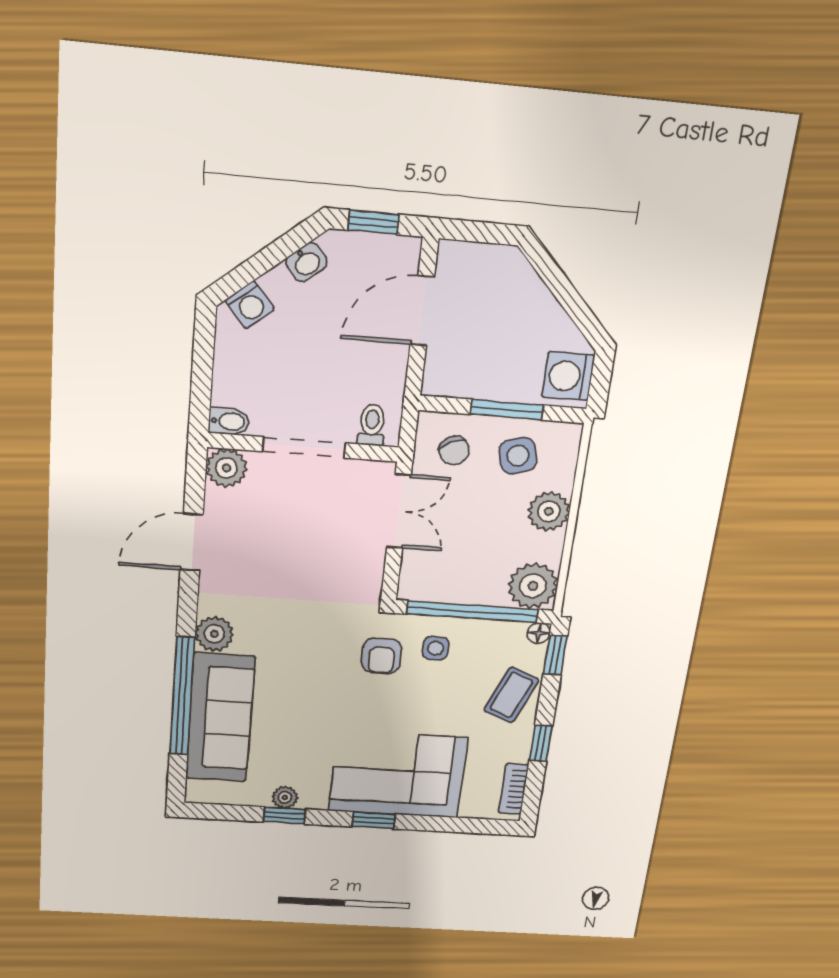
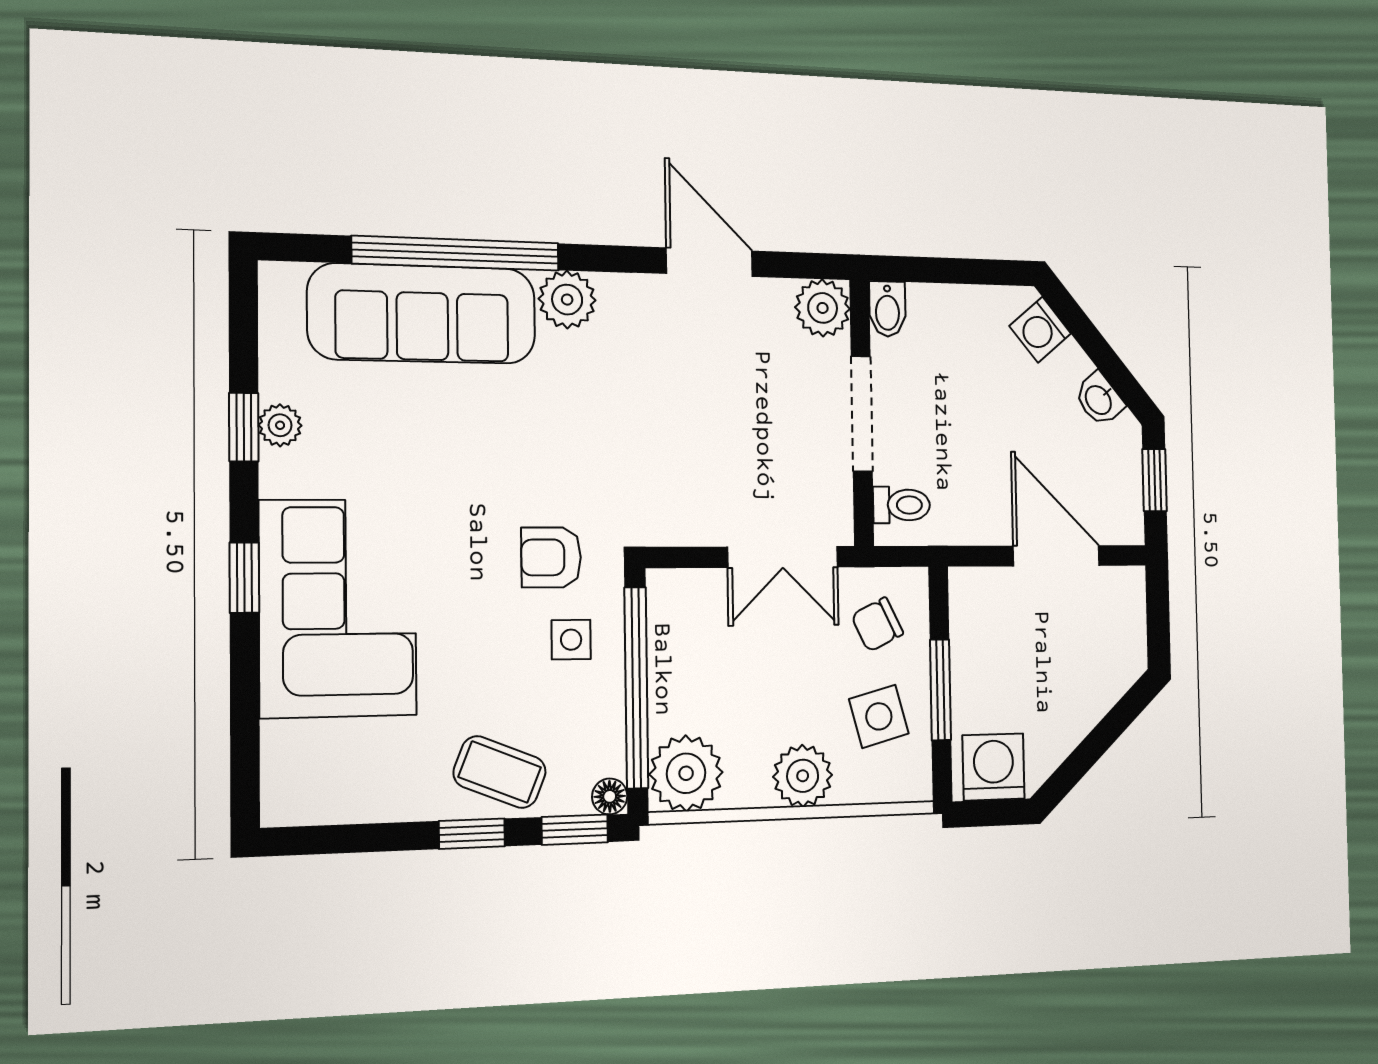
window: (541, 743) -> (472, 834), moved
bookcase: (513, 789) -> (324, 806), removed

